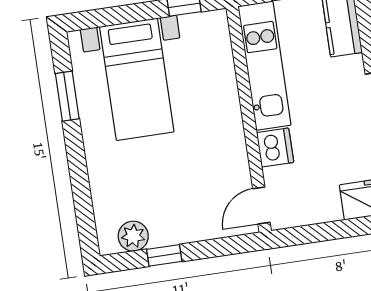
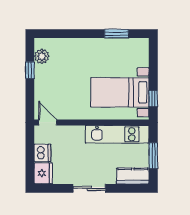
bed with nightstands: (137, 79) -> (120, 92), moved
dishwasher: (275, 148) -> (42, 153), moved, turned -90

